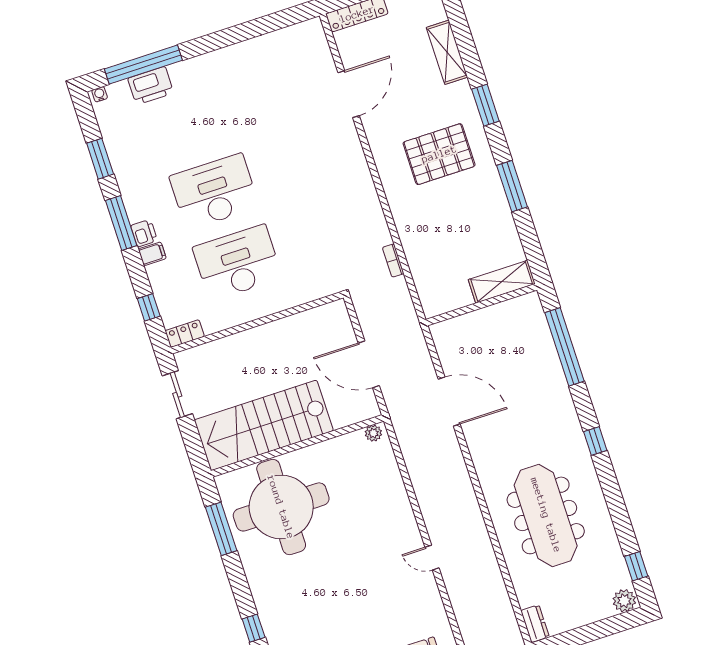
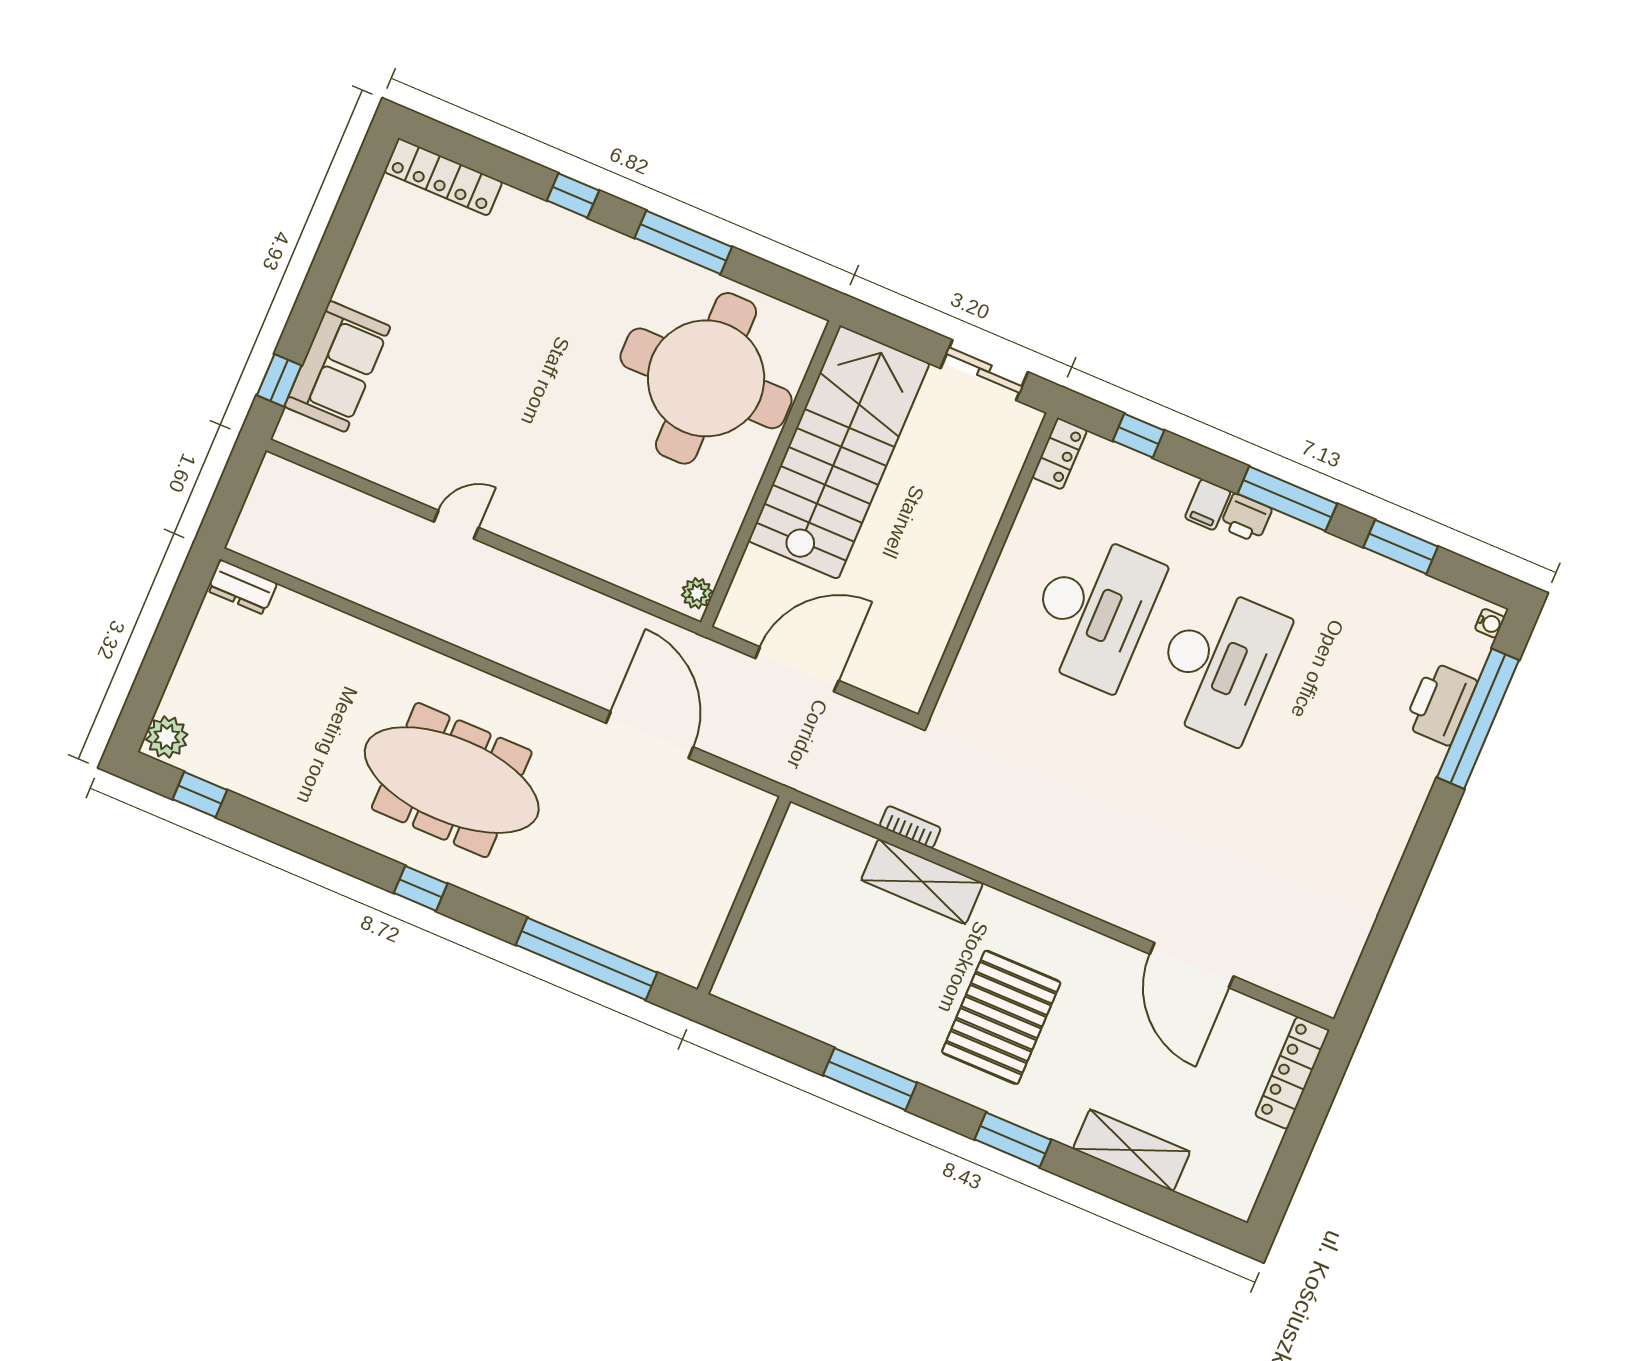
shelving: (502, 282) -> (922, 881), moved, turned 90
door: (449, 402) -> (650, 735), swing flipped
meeting table: (546, 515) -> (452, 780), moved
window: (221, 529) -> (683, 242), moved

